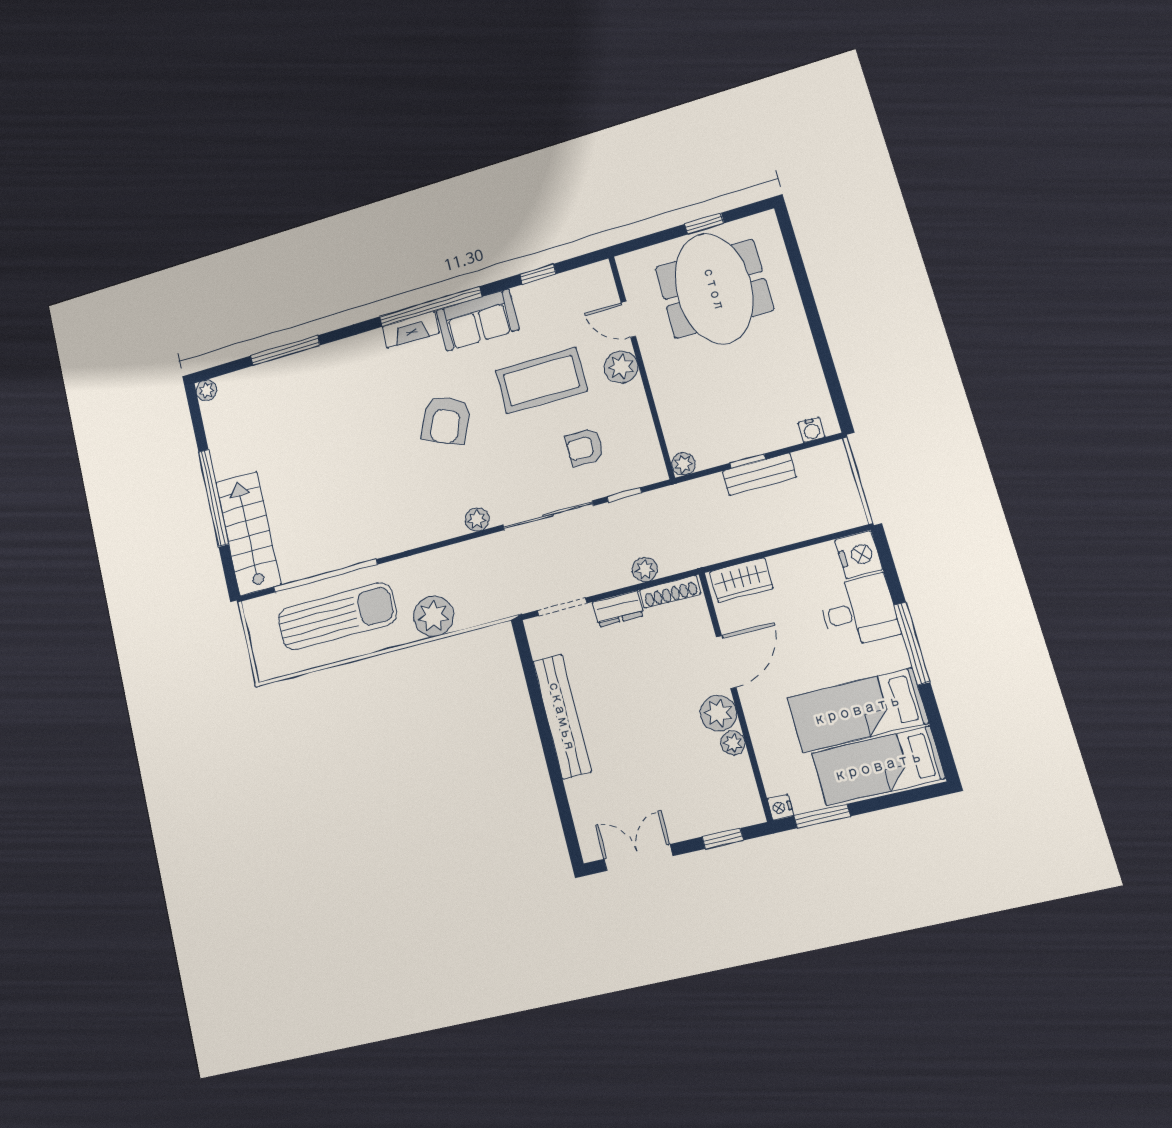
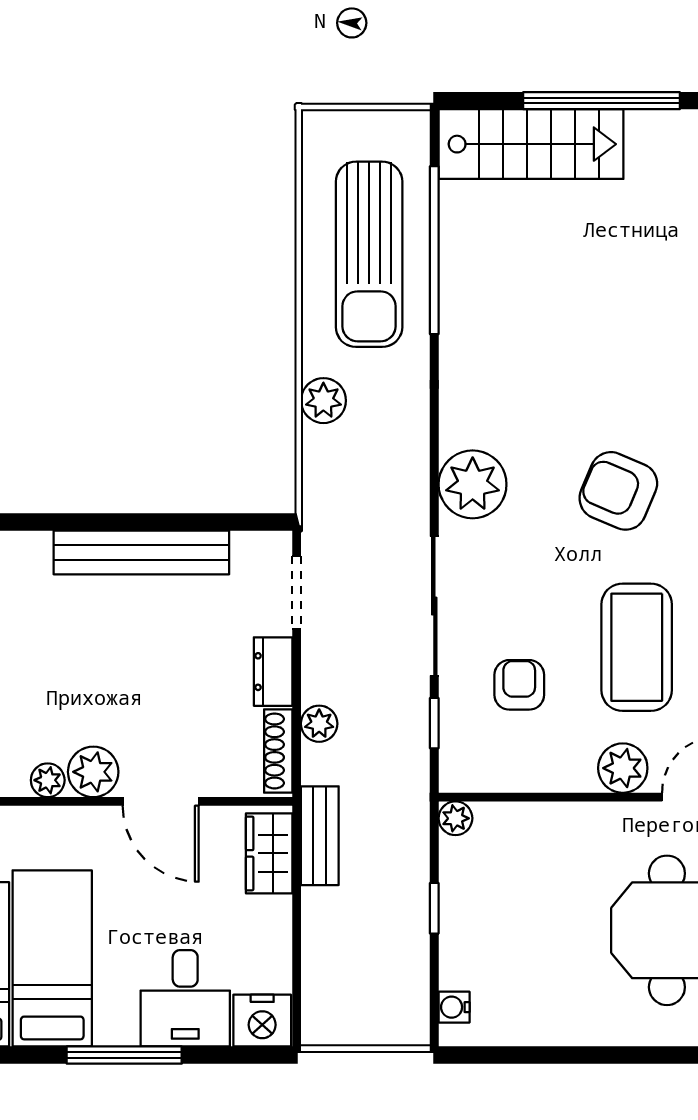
bench: (759, 474) -> (320, 836), moved
plant: (477, 520) -> (473, 484), width x1.87, depth x1.87
plant: (433, 616) -> (323, 401), width x0.73, depth x0.73

